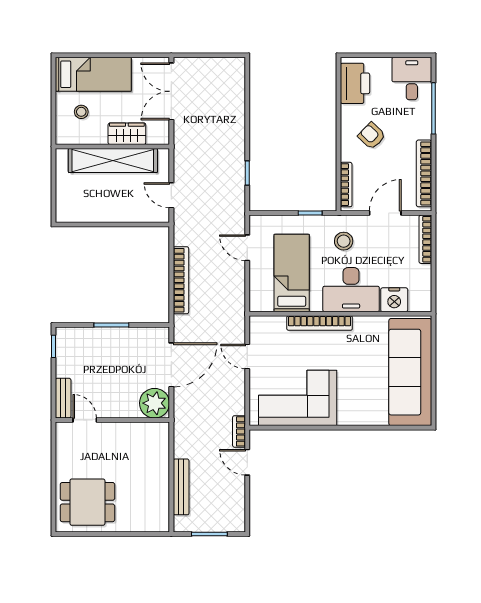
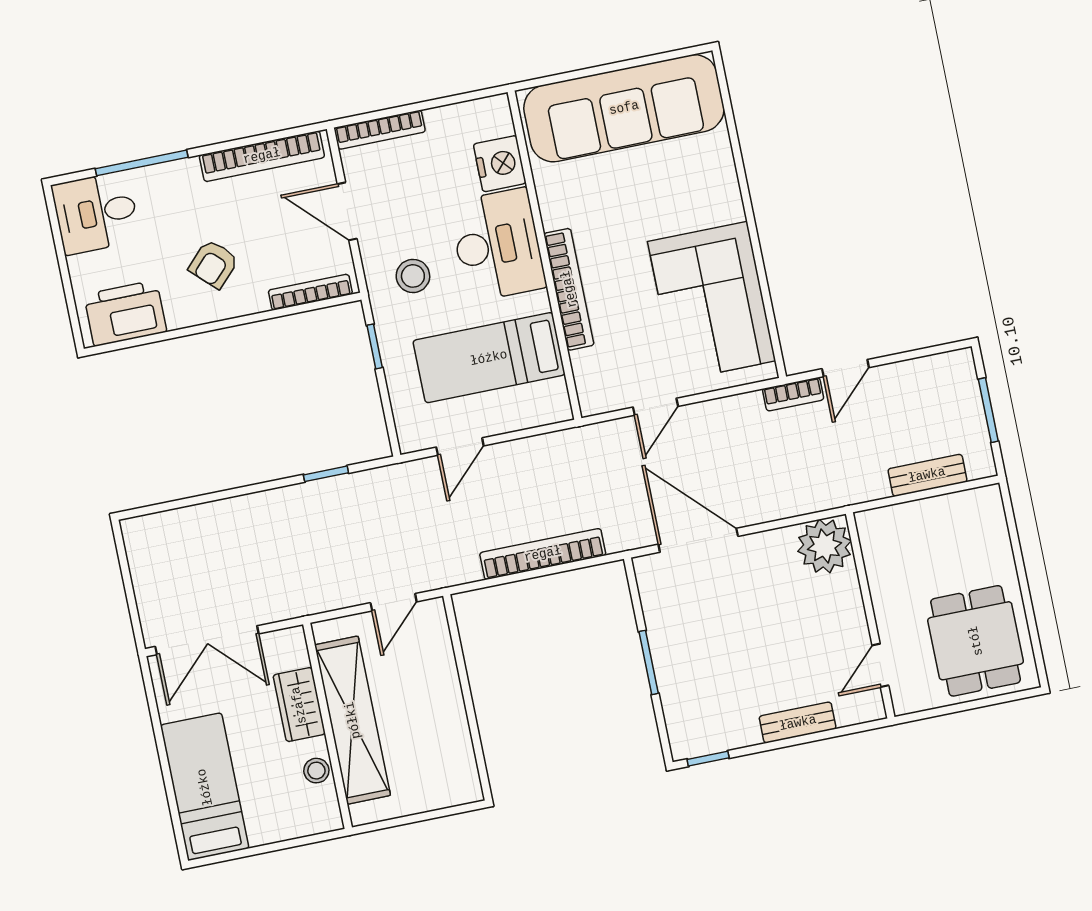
stool: (81, 112) -> (316, 771), moved
plant: (155, 403) -> (825, 546), moved
door: (85, 420) -> (880, 665), moved
wall: (112, 420) -> (870, 615), moved
bench: (181, 487) -> (927, 475), width x0.73

